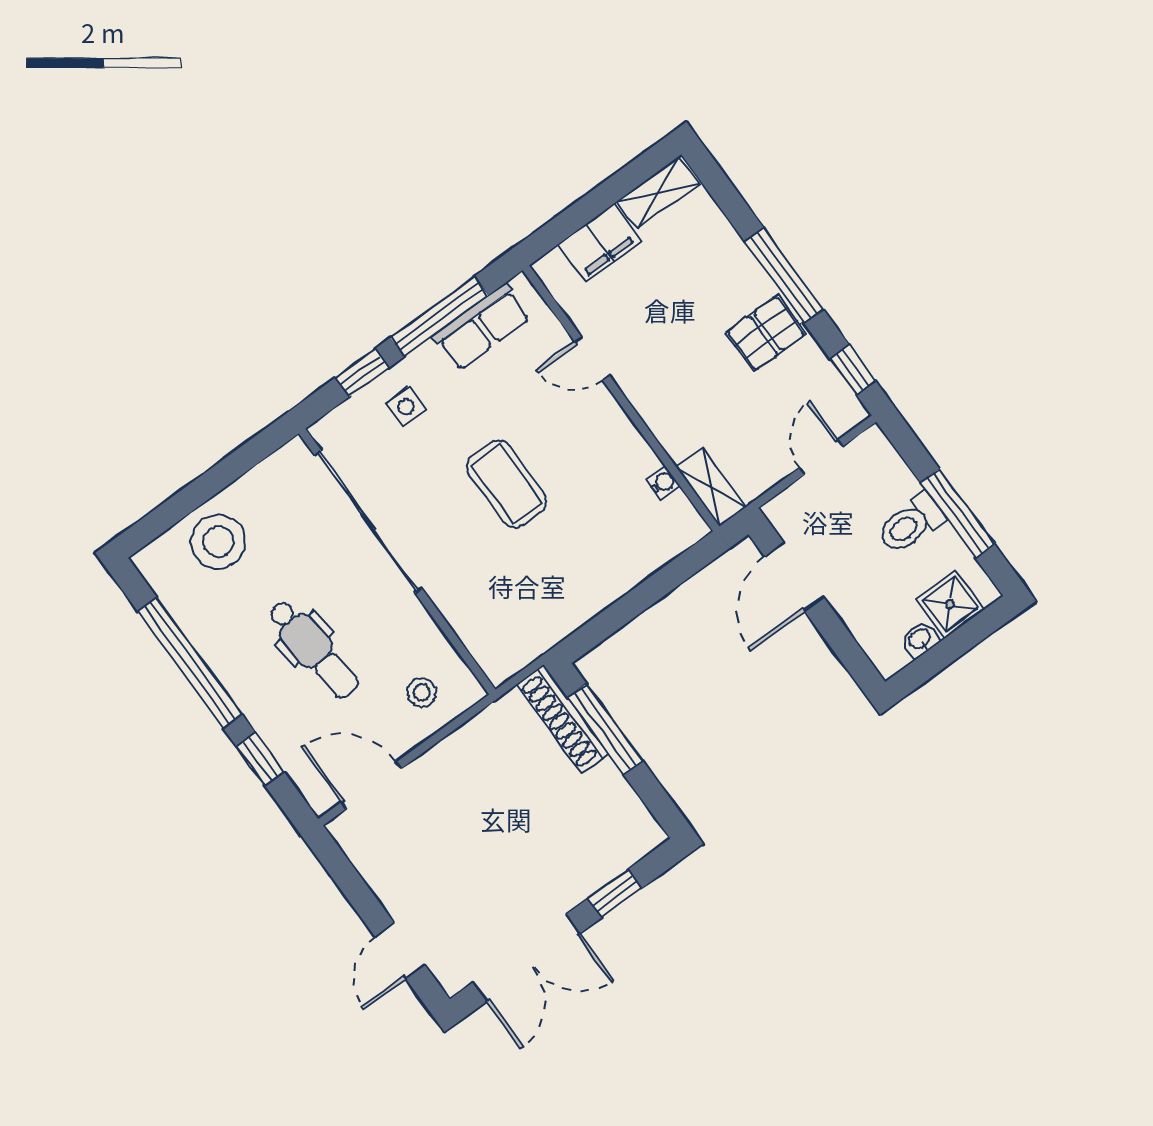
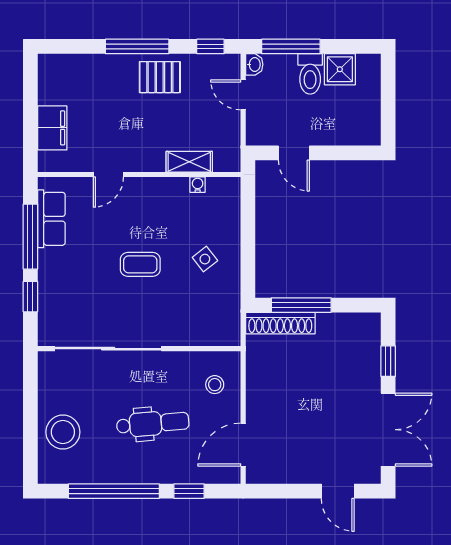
shelving: (658, 193) -> (48, 80), removed
pallet: (766, 333) -> (160, 77), turned 90
side table: (406, 407) -> (205, 259), moved, turned -38
coffee table: (507, 484) -> (140, 264), width x0.73, depth x0.77
shelving: (711, 487) -> (189, 162), moved
window: (957, 513) -> (291, 46), moved
door: (794, 577) -> (294, 153), width x0.73
shower: (950, 604) -> (340, 69), moved
washbasin: (920, 639) -> (254, 64), moved, turned 180

